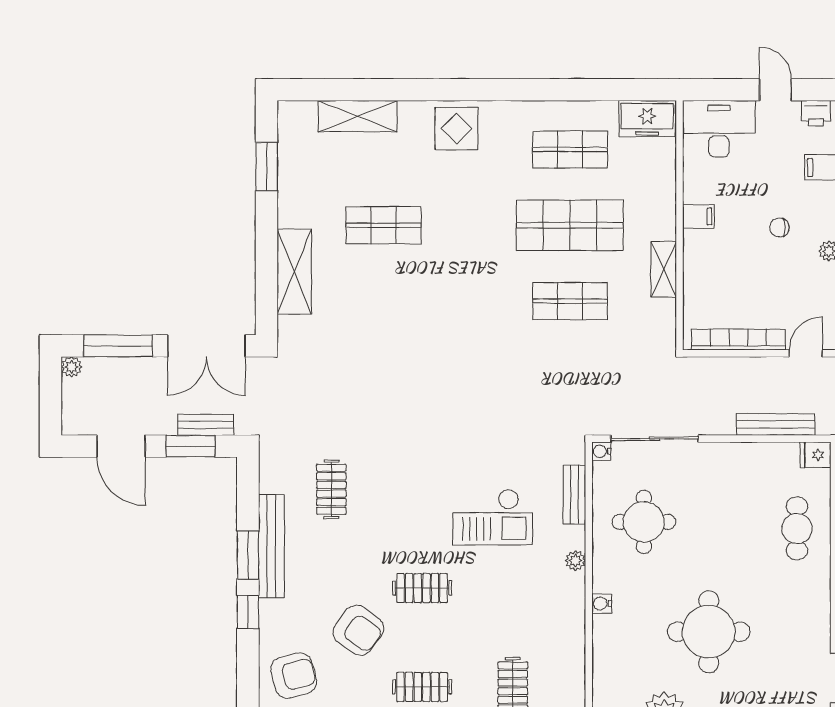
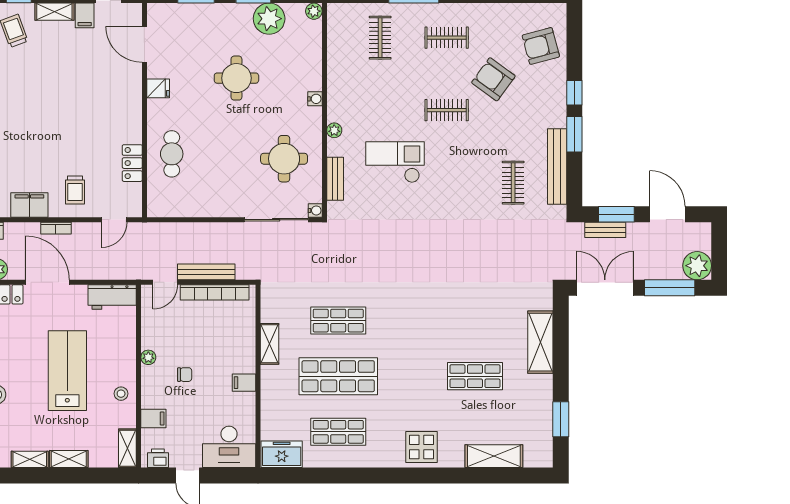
plant: (72, 367) -> (697, 266), width x1.87, depth x1.87
bench: (776, 425) -> (206, 272), moved
fridge: (816, 455) -> (158, 88), moved
bench: (271, 546) -> (557, 166), moved
round table: (709, 632) -> (236, 78), width x0.73, depth x0.73

